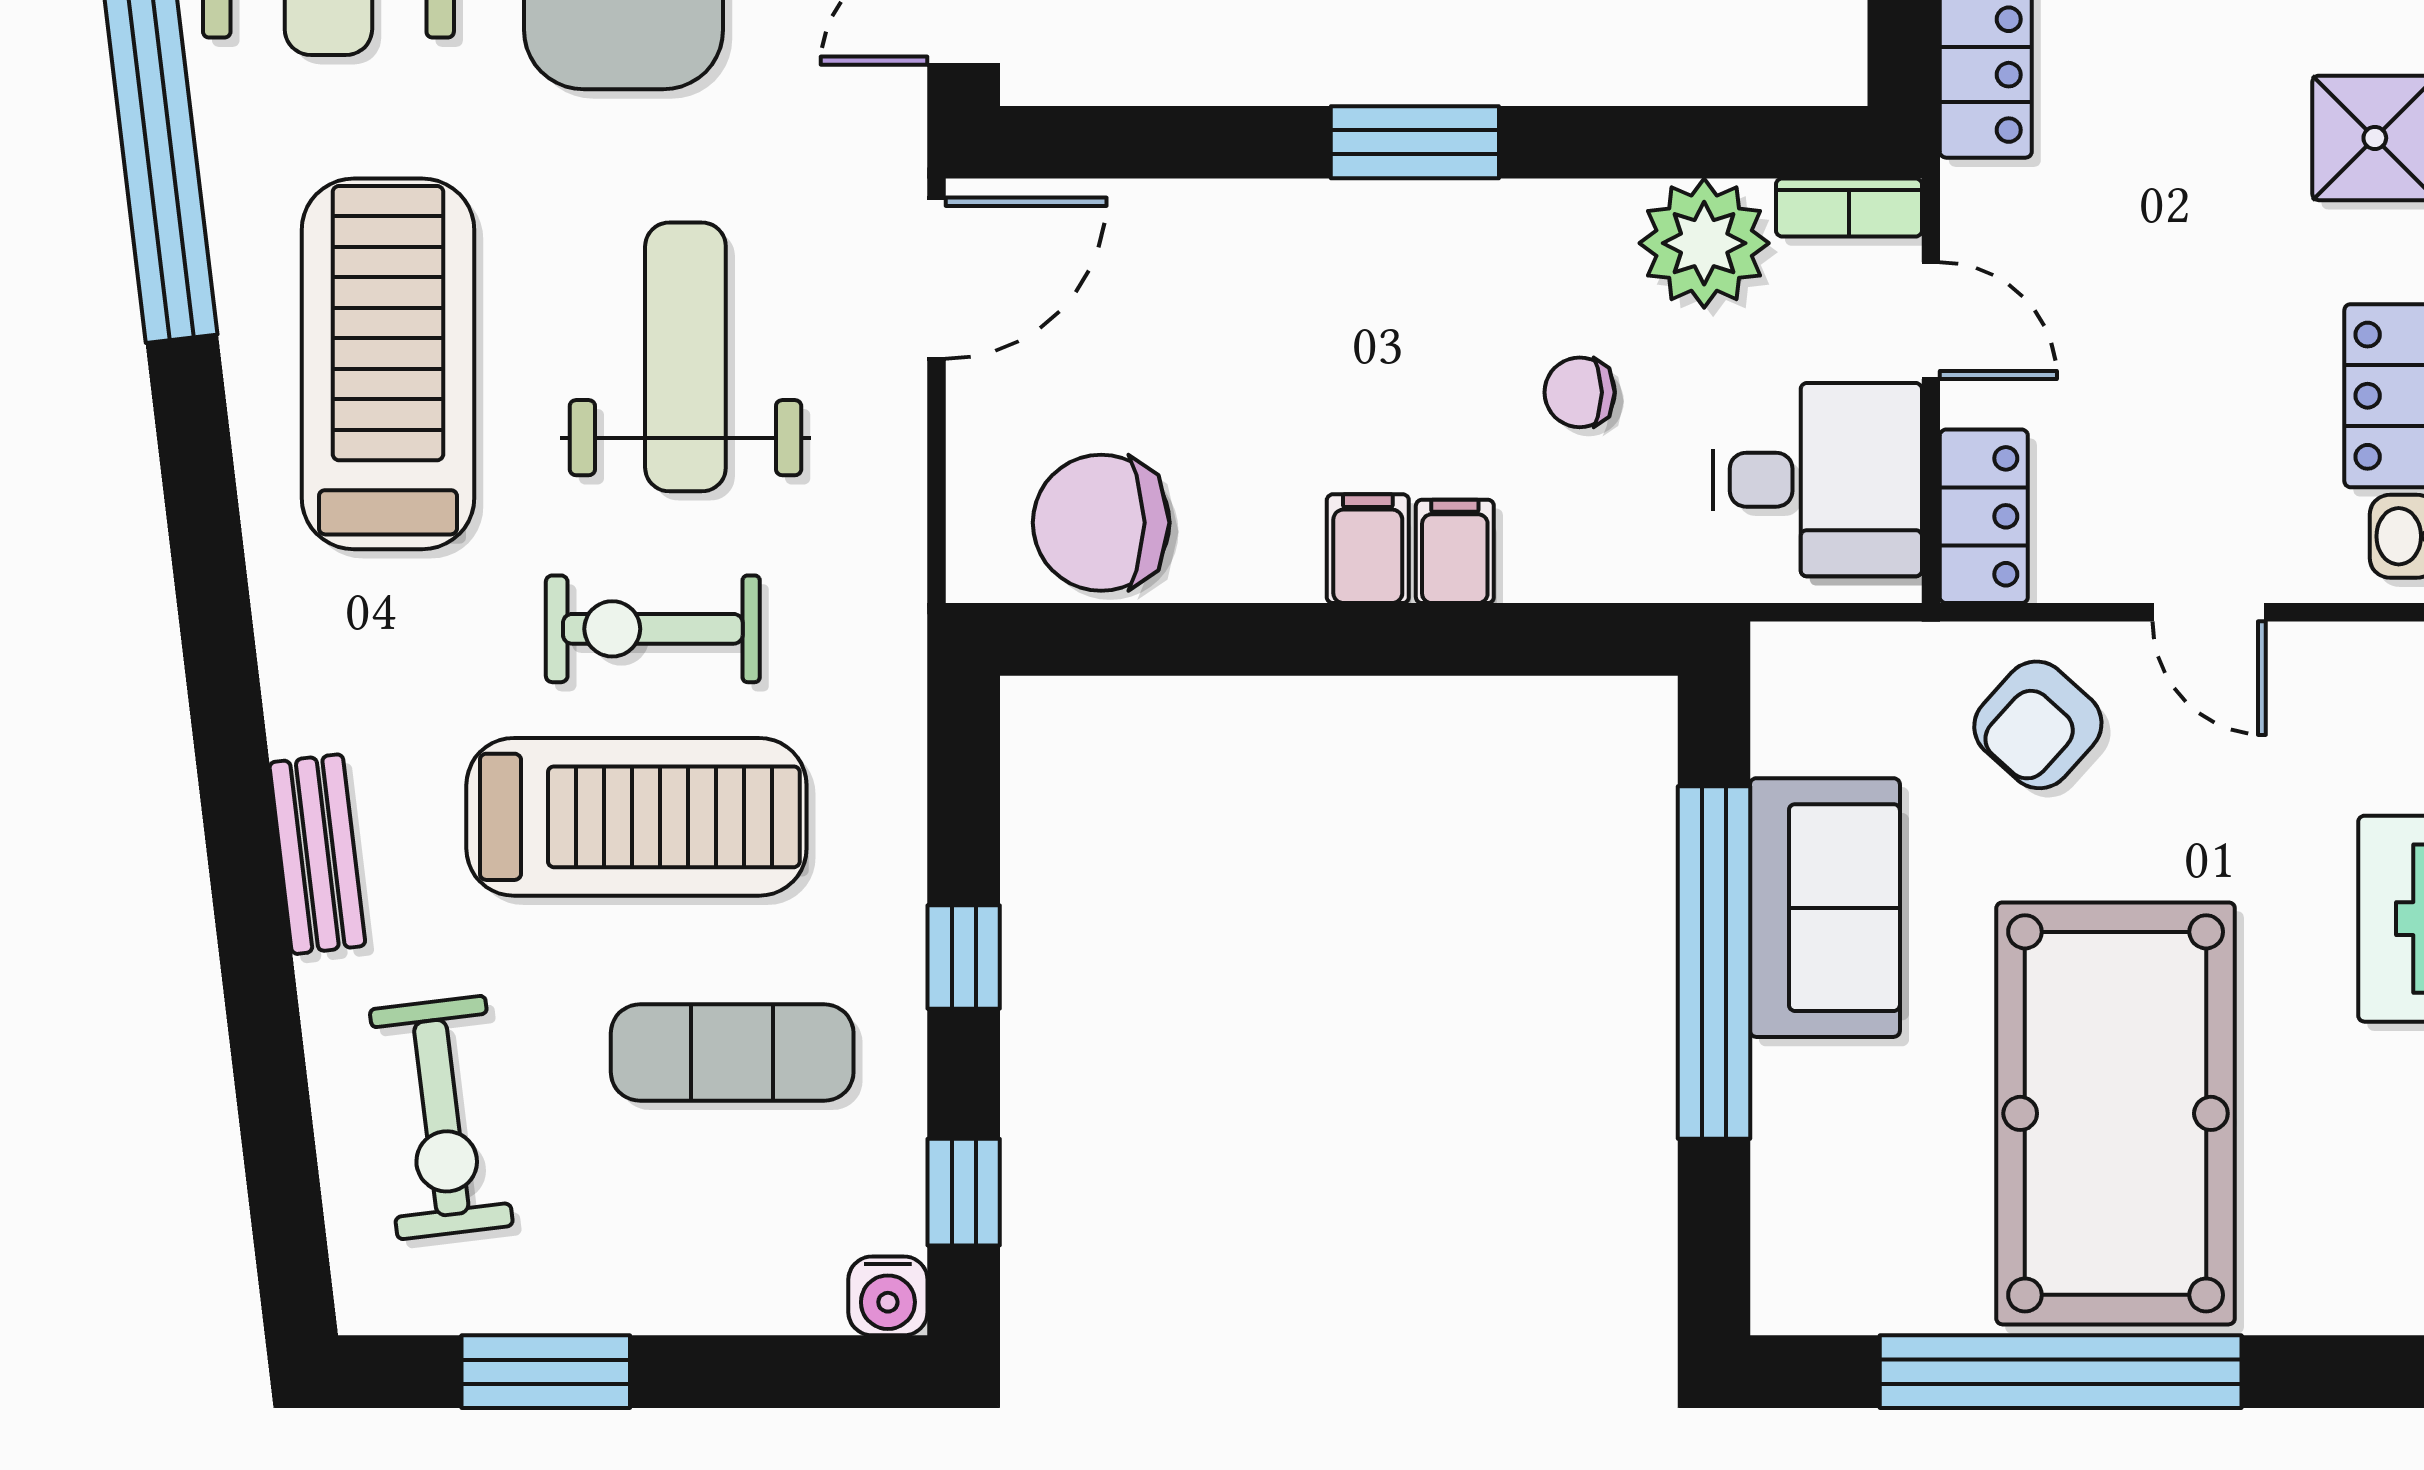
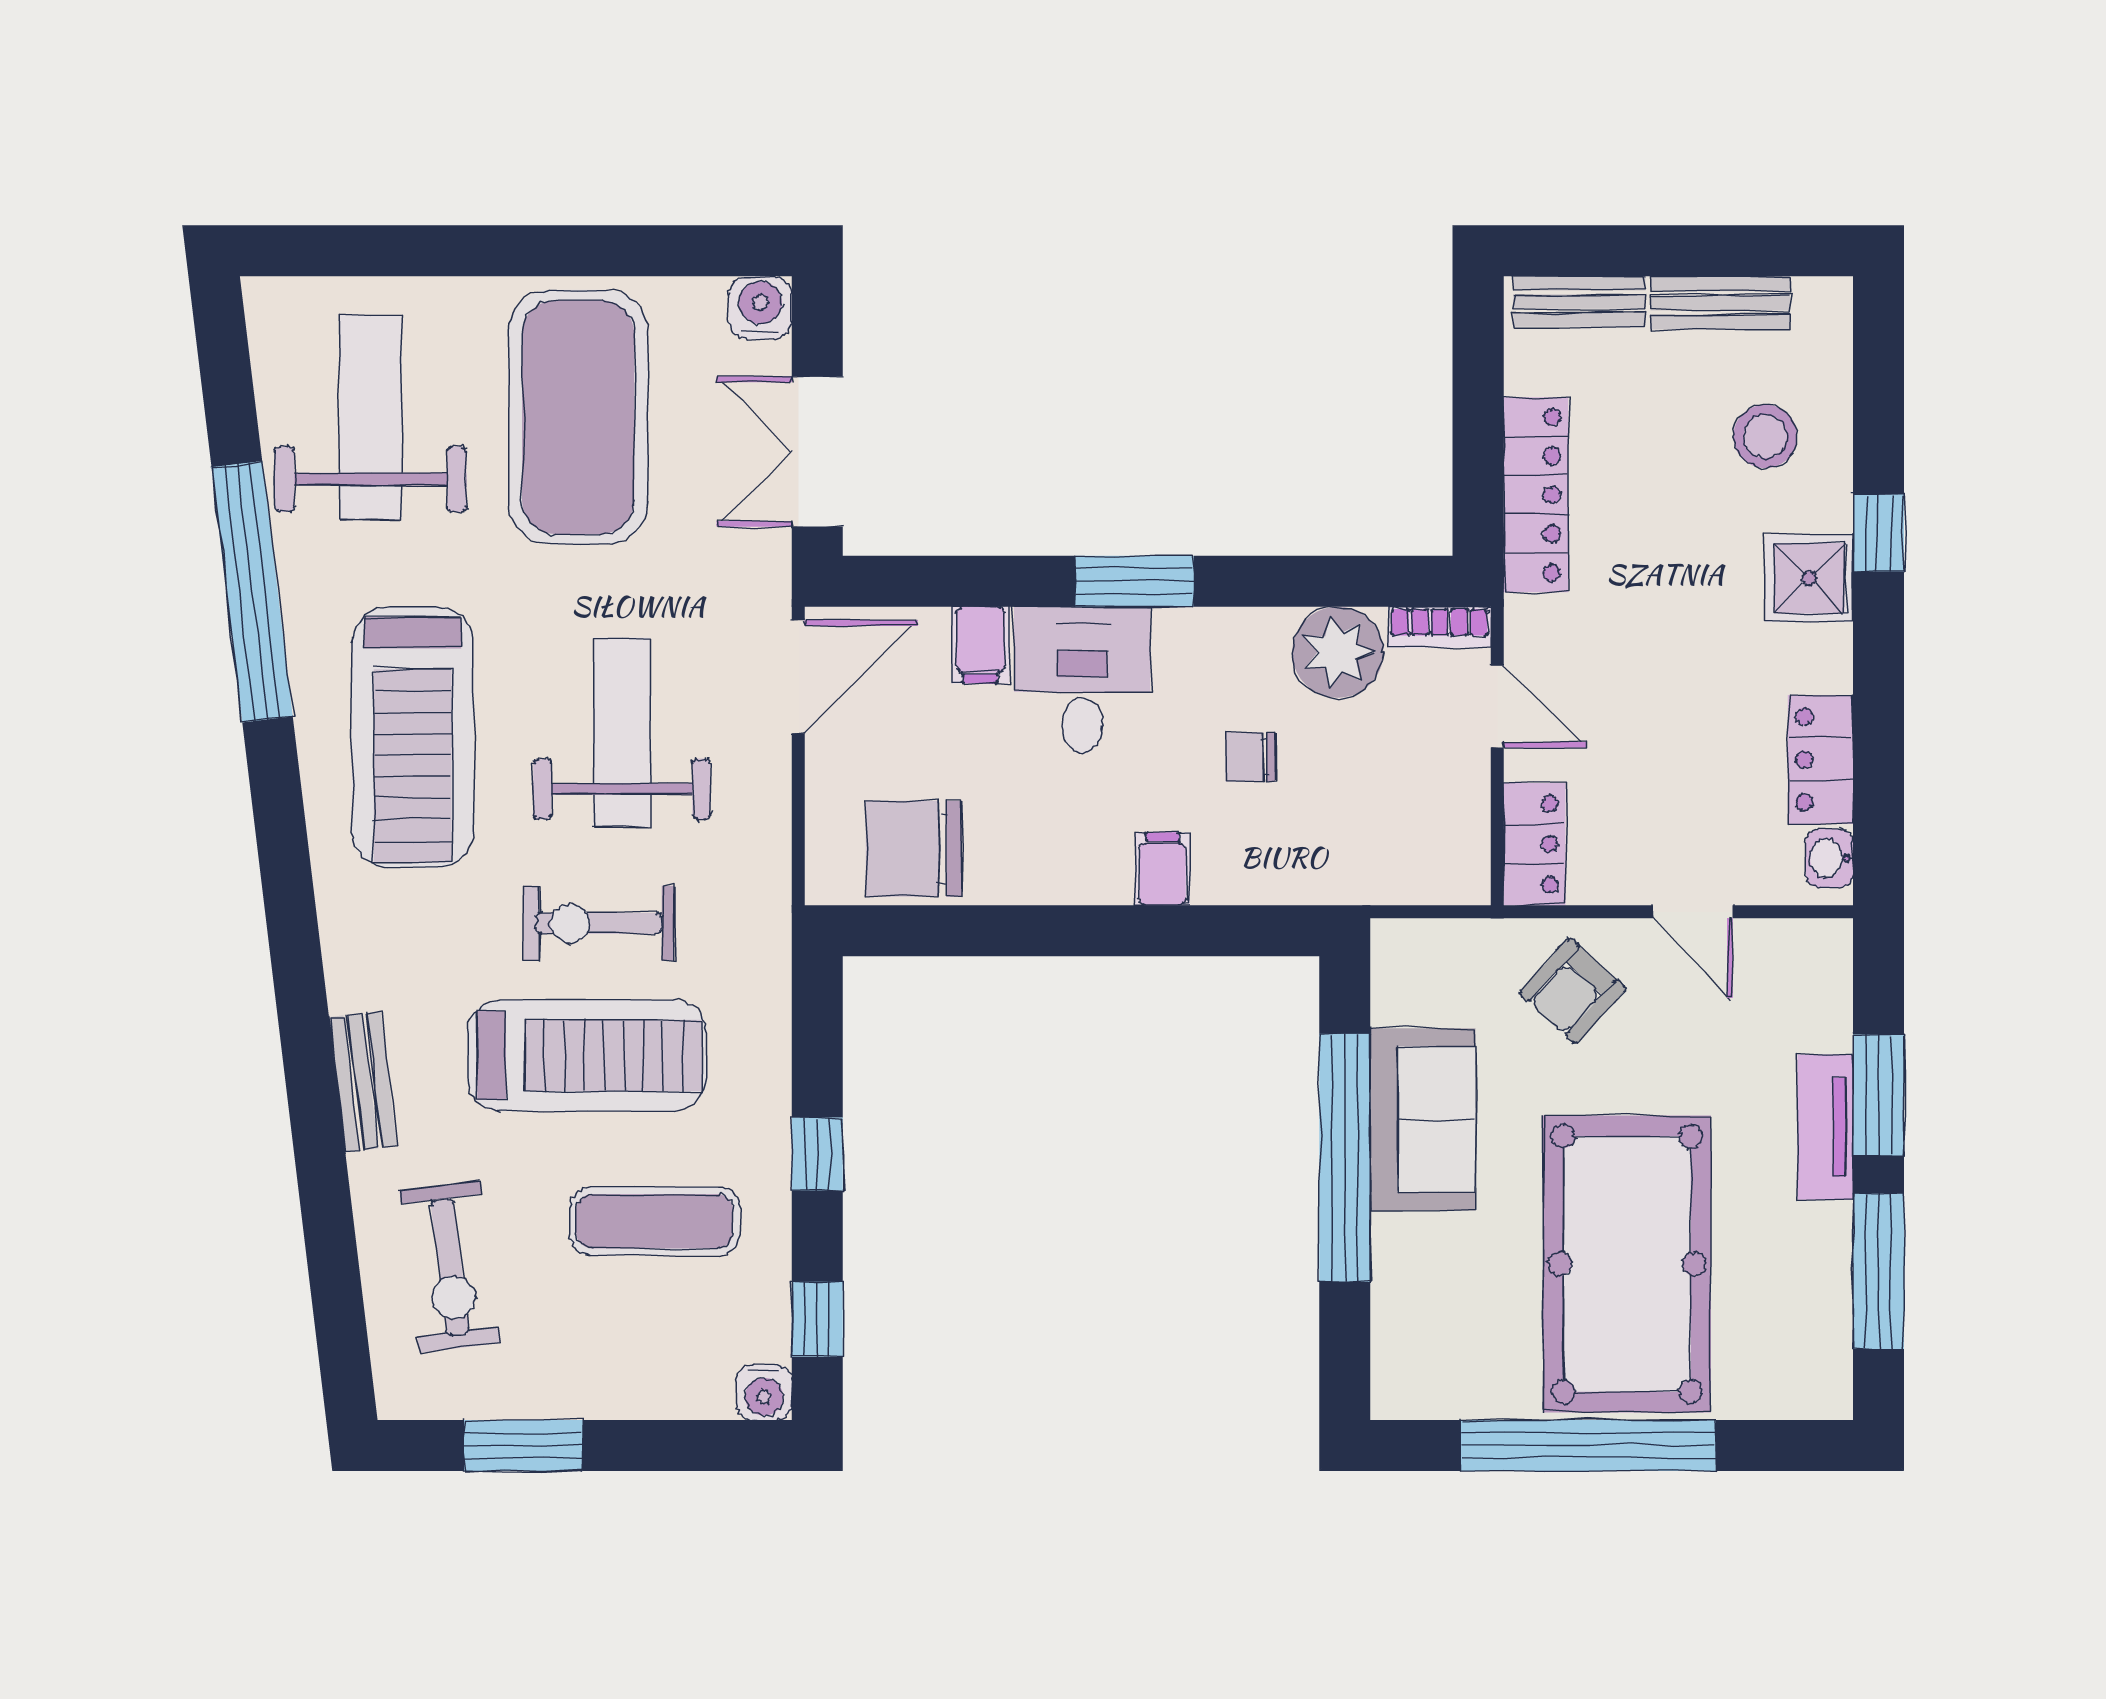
treadmill: (388, 364) -> (413, 737), turned 180
desk: (1817, 480) -> (1082, 680), moved, turned -90
filing cabinet: (1368, 549) -> (980, 645), moved, turned 180

